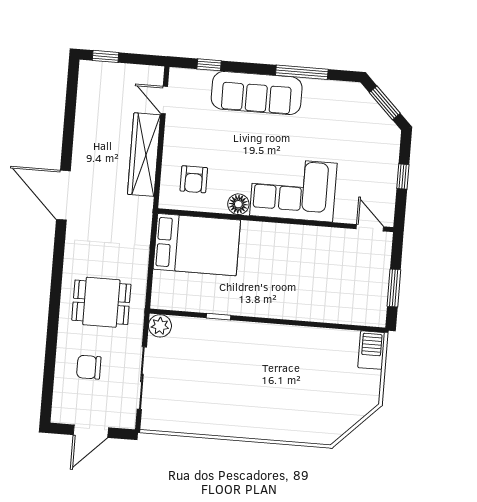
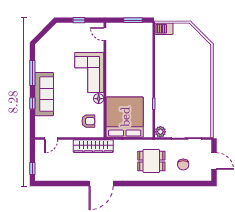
window: (209, 65) -> (32, 103), moved
window: (385, 103) -> (44, 32), removed
wardrobe: (144, 155) -> (93, 146), moved
door: (370, 228) -> (105, 34), hinge flipped
bed: (197, 245) -> (125, 117), width x1.36
dining table: (101, 302) -> (151, 161), turned 90

